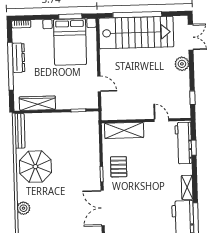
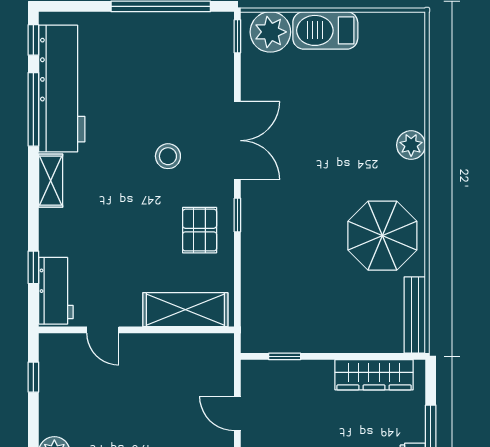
workbench: (183, 143) -> (56, 291), width x0.73
stool: (134, 200) -> (168, 156), added

